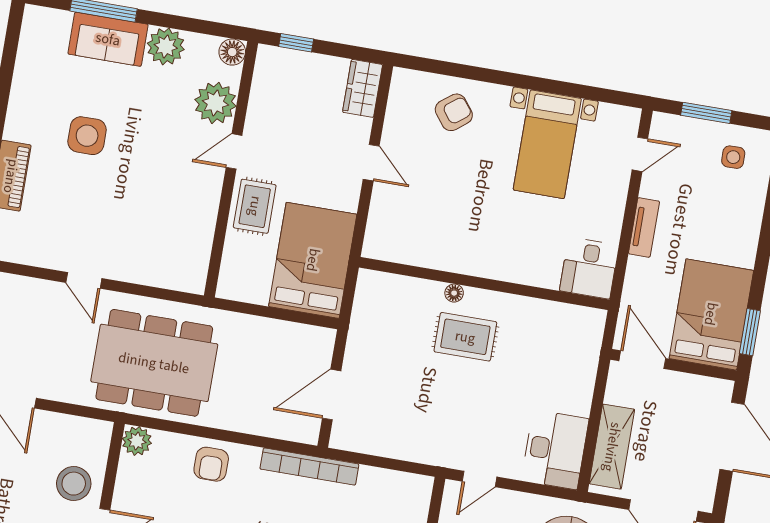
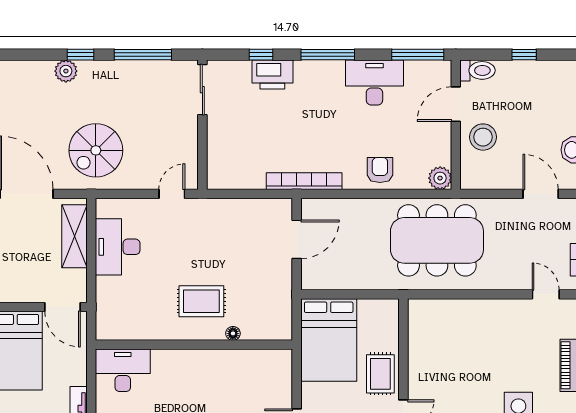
desk: (589, 268) -> (123, 370), width x1.37
door: (84, 280) -> (546, 294), moved
floor lamp: (454, 293) -> (233, 333), moved
desk: (555, 450) -> (118, 247), moved

